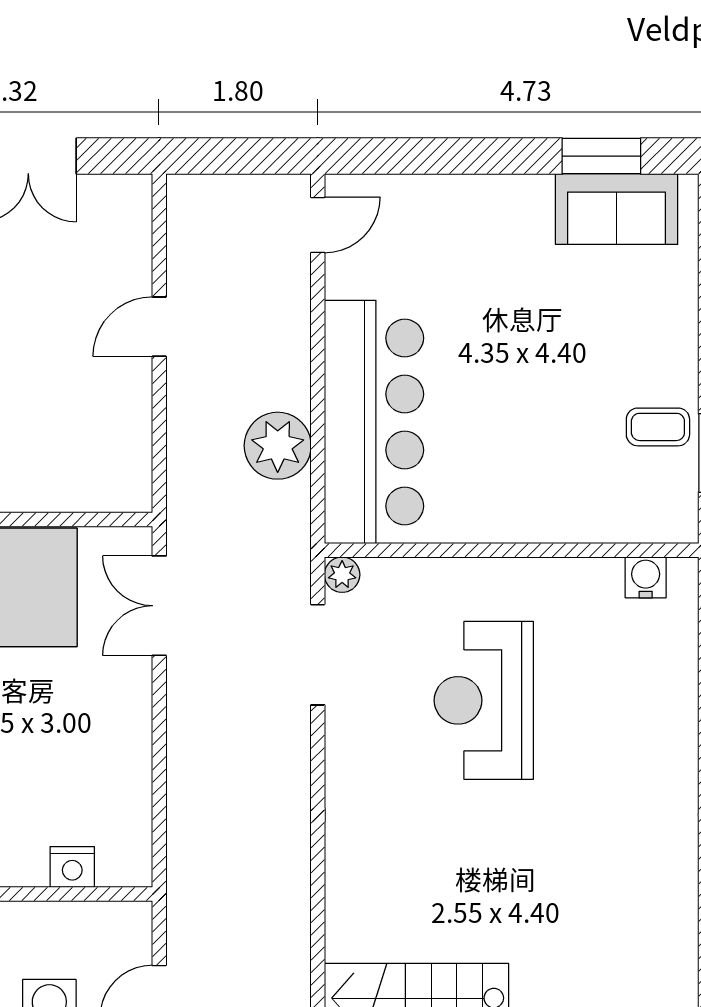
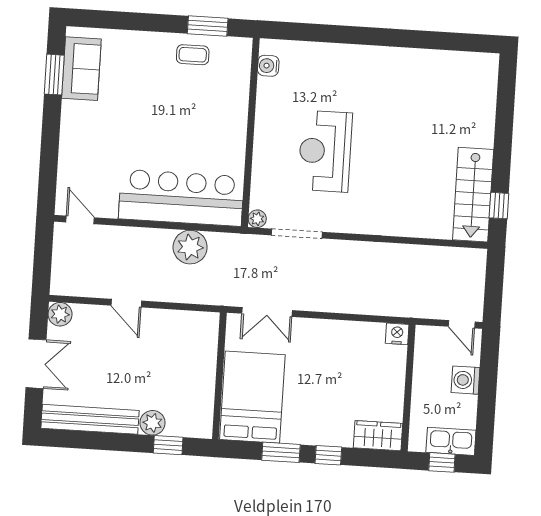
plant: (129, 197) -> (60, 314), added
coffee table: (658, 427) -> (193, 55), turned 90
reception desk: (484, 700) -> (325, 151), turned 90
nightstand: (72, 867) -> (397, 334), moved, turned -90

